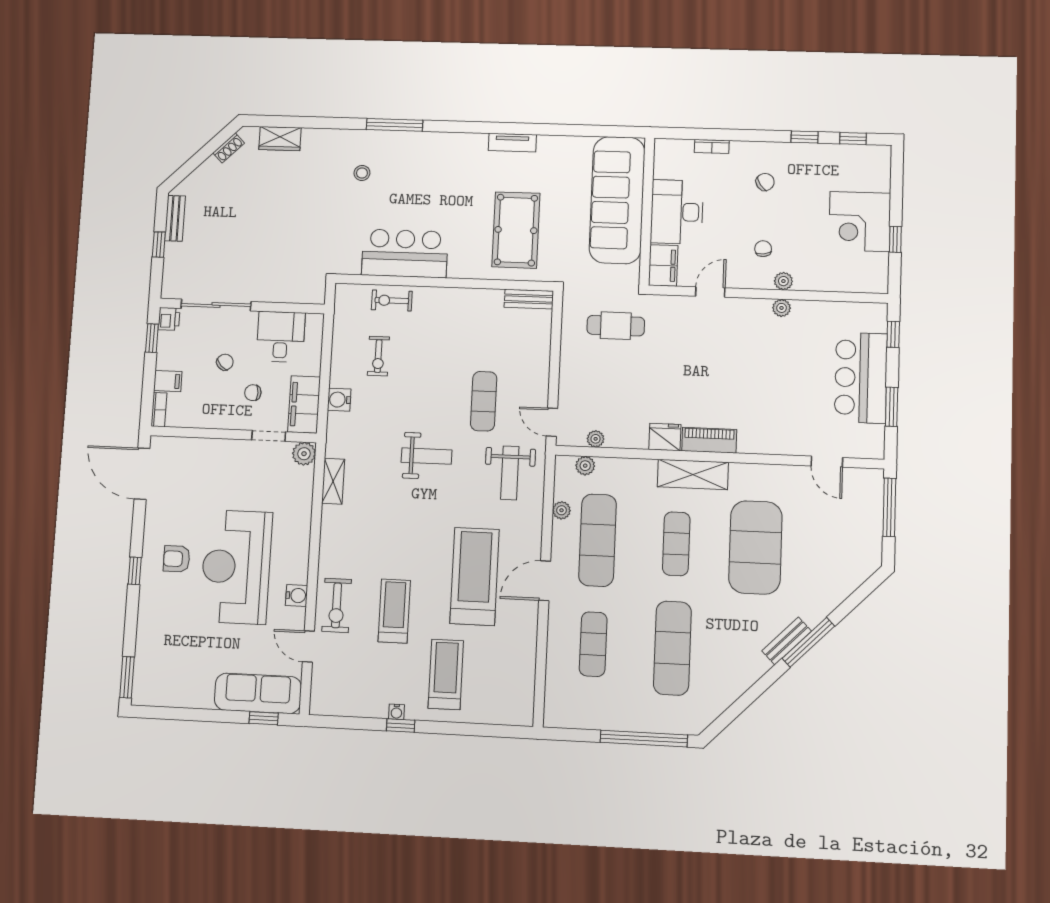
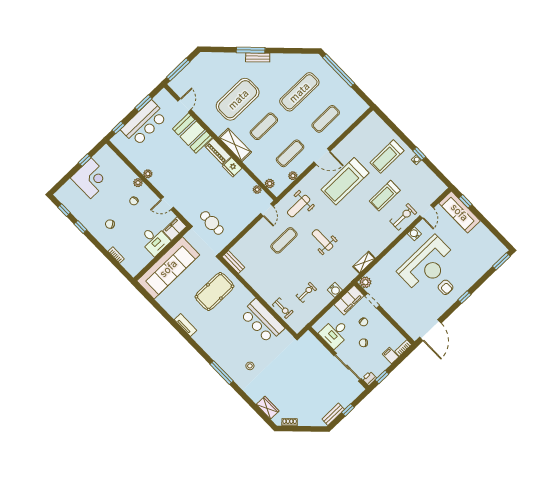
desk: (677, 212) -> (154, 240), width x0.73
booth: (774, 431) -> (192, 133), added
weight bench: (510, 473) -> (299, 206), turned 180
exercise mat: (598, 540) -> (290, 153), width x0.73, depth x0.69

